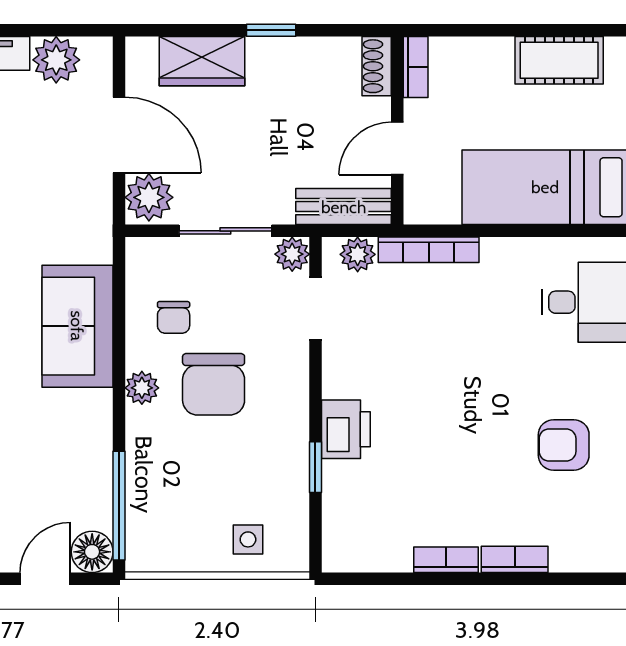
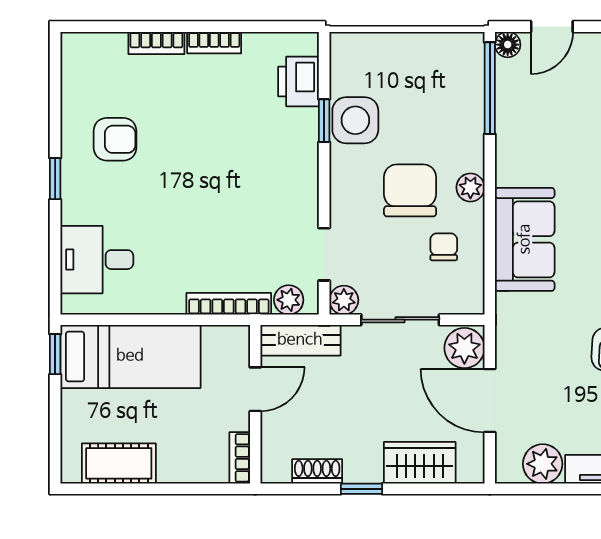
shoe rack: (377, 66) -> (317, 471), moved, turned -90
printer: (346, 429) -> (299, 81), moved
side table: (248, 539) -> (355, 120), moved, width x1.87, depth x1.87
floor lamp: (92, 552) -> (508, 45), width x0.73, depth x0.73

